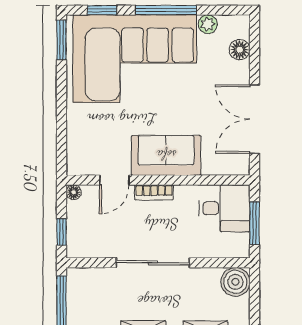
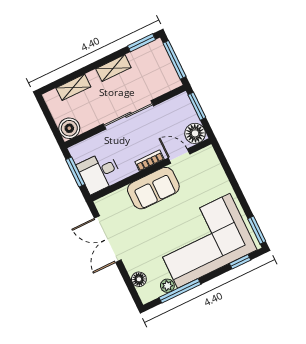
window: (166, 10) -> (180, 291), moved
double door: (254, 119) -> (108, 239), swing flipped
door: (114, 180) -> (179, 156), hinge flipped
floor lamp: (74, 192) -> (195, 133), width x1.89, depth x1.89
window: (62, 232) -> (197, 106), width x1.50

